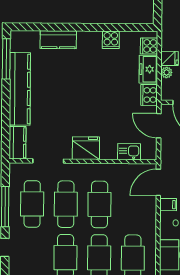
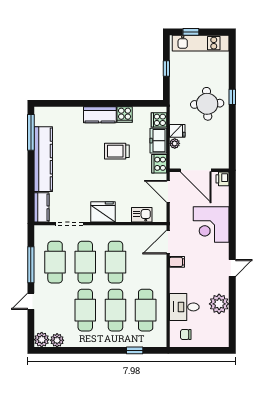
kitchen counter: (58, 40) -> (100, 115), moved
trolley: (102, 81) -> (117, 151), added

